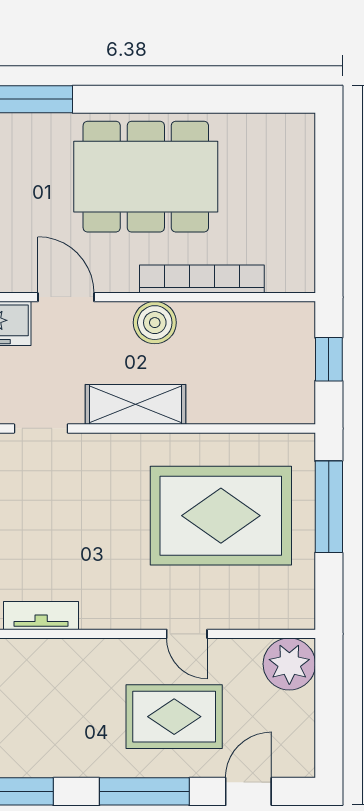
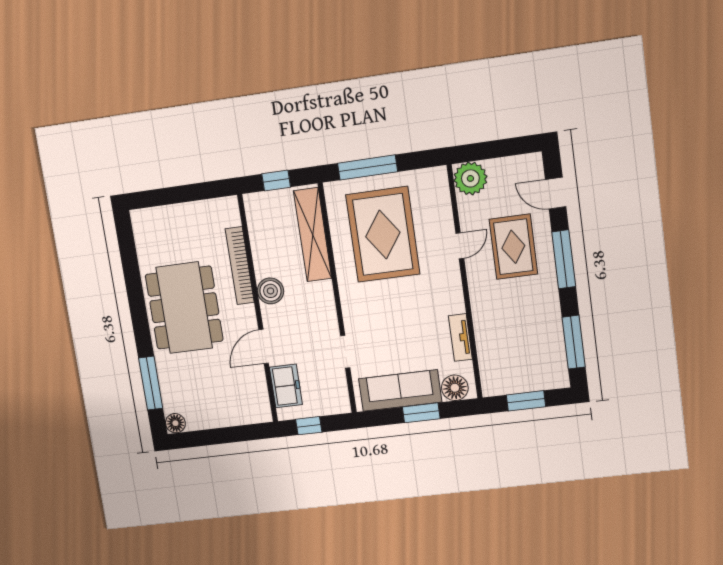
shelving: (135, 404) -> (313, 235), moved, width x1.47

